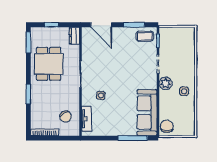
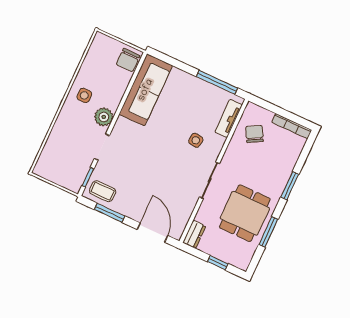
window: (28, 42) -> (268, 232), moved
window: (133, 138) -> (217, 82), moved

